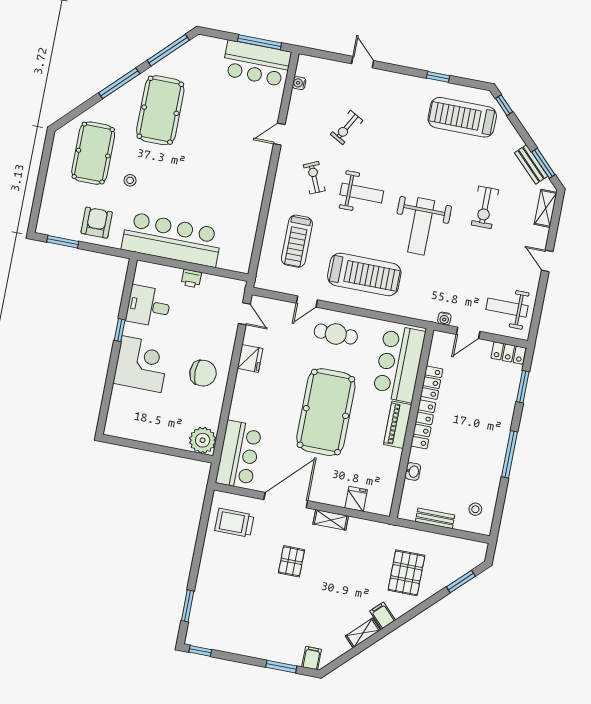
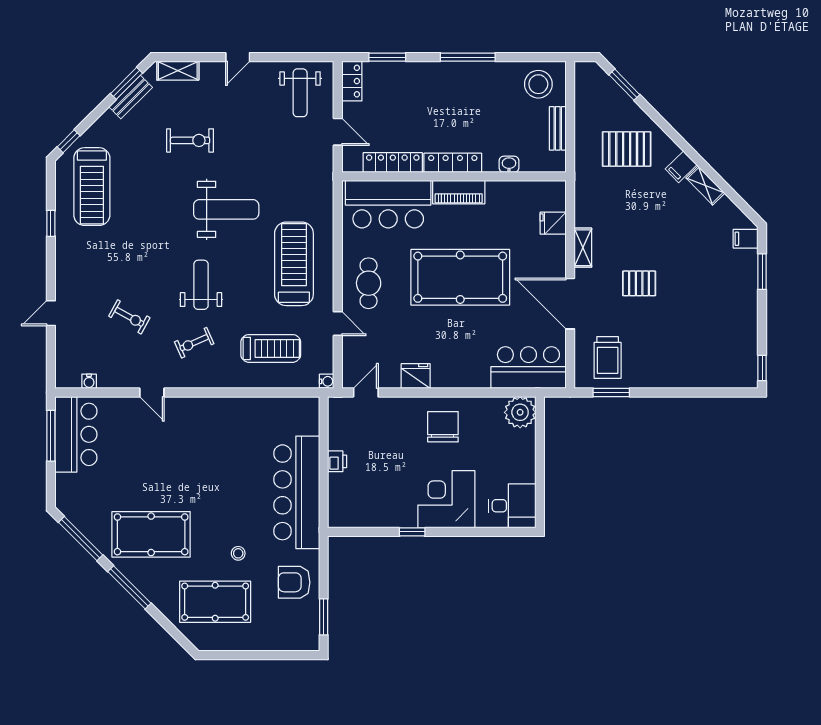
desk: (148, 306) -> (512, 506), moved, turned -90
water cooler: (444, 319) -> (327, 381), moved
locker: (432, 383) -> (393, 163), width x1.53
stool: (475, 509) -> (538, 84), width x1.89, depth x1.89
window: (188, 606) -> (611, 393), moved

